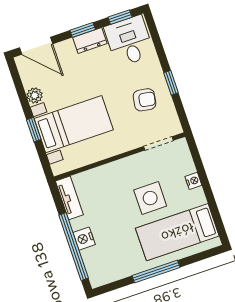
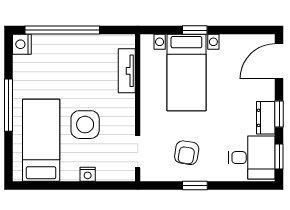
plant: (35, 95) -> (229, 43), removed
tv unit: (69, 198) -> (127, 71), moved, turned 90
nightstand: (84, 239) -> (22, 44), moved, turned -90

